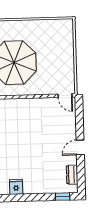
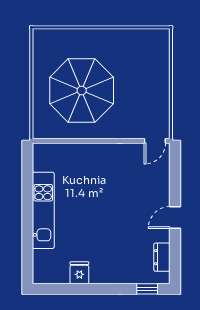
door: (65, 96) -> (155, 141), hinge flipped

